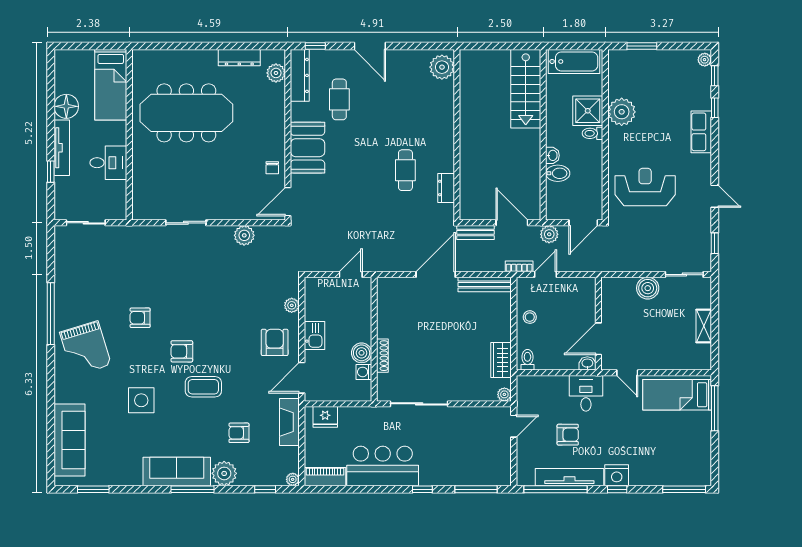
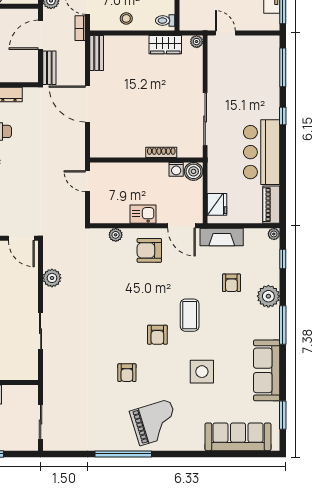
bench: (485, 285) -> (97, 53), width x0.73
boiler: (362, 353) -> (194, 171), moved
sofa: (177, 472) -> (267, 370), moved

